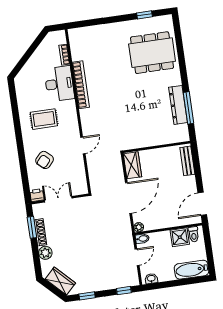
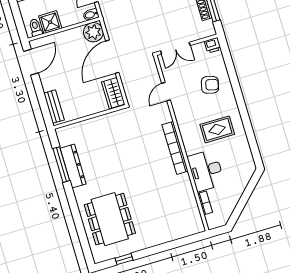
dining table: (152, 53) -> (110, 219), turned 90
bookcase: (81, 85) -> (175, 148), moved
door: (83, 145) -> (166, 92), moved
armchair: (45, 160) -> (210, 85), turned 61
double door: (58, 199) -> (175, 48), moved
plant: (139, 227) -> (93, 32), width x1.88, depth x1.88

